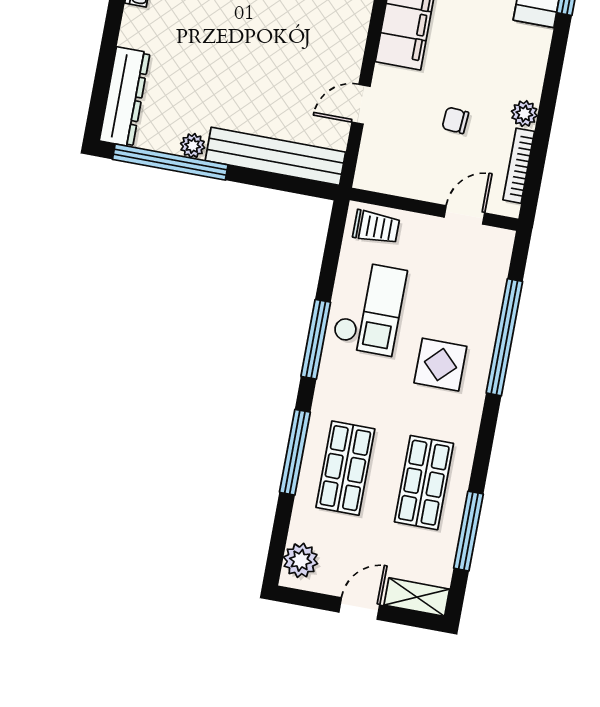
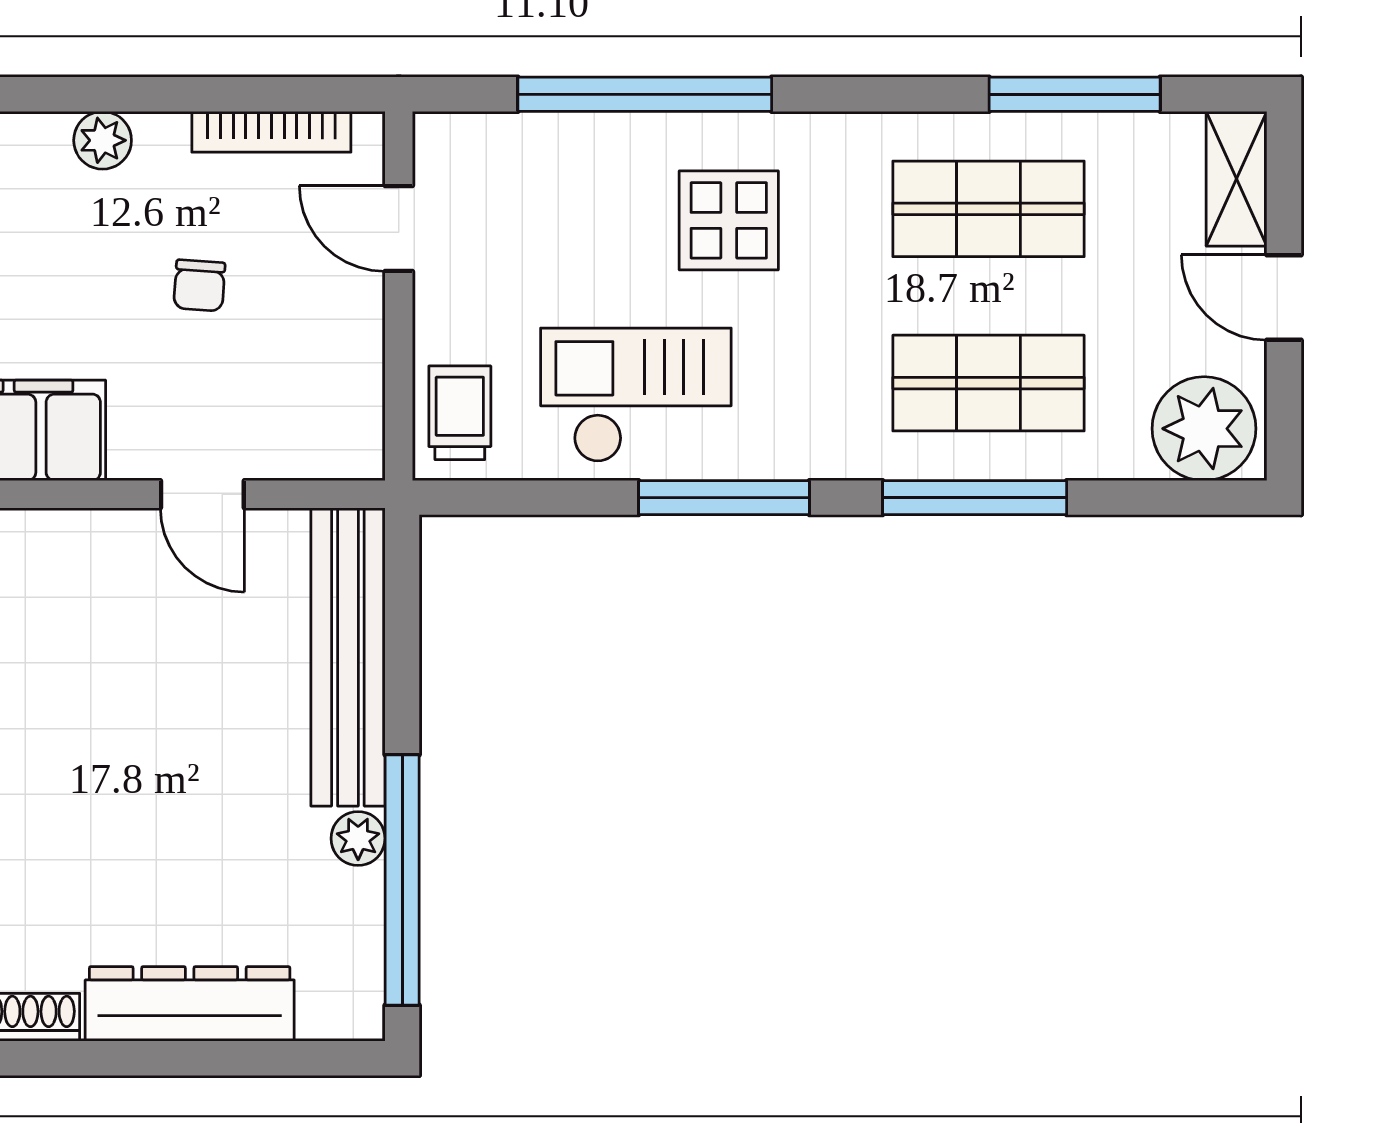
dresser: (125, 97) -> (190, 1004), moved
plant: (524, 114) -> (103, 140), moved
plant: (301, 560) -> (1204, 429), width x1.36, depth x1.36

